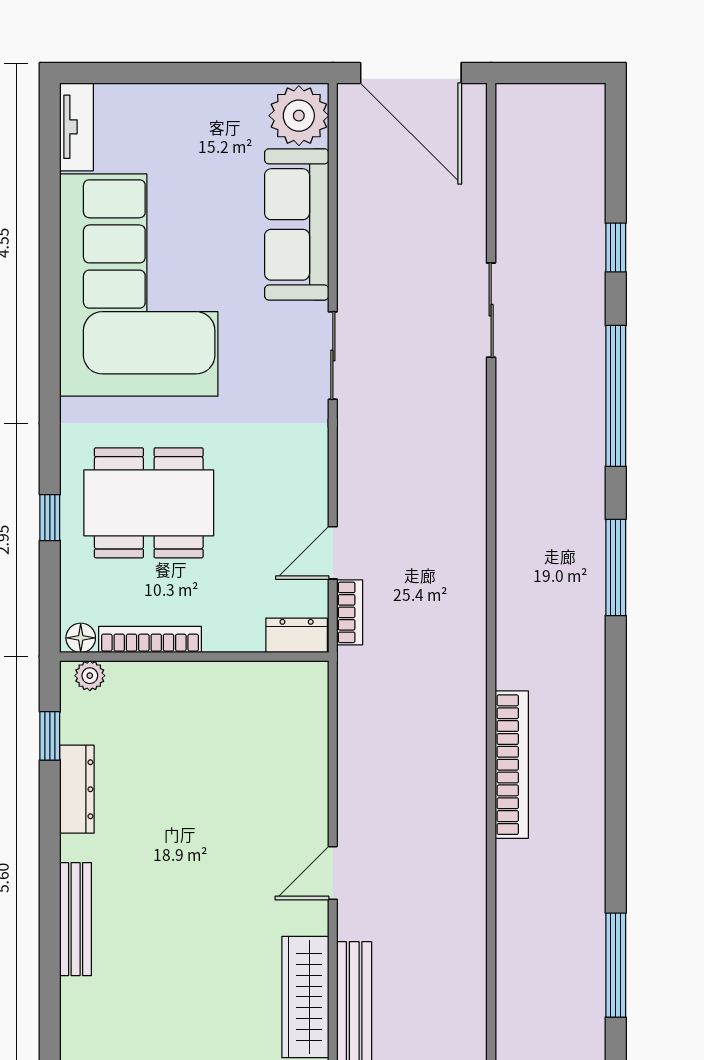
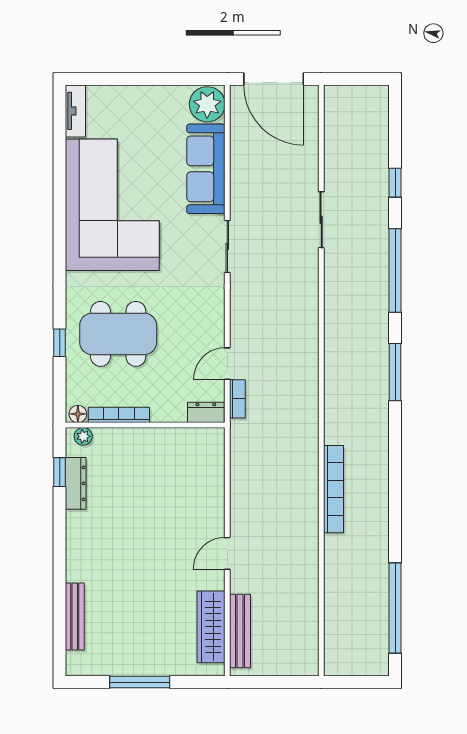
dresser: (77, 789) -> (76, 483), moved
bench: (76, 919) -> (75, 616), moved
window: (616, 965) -> (395, 608), width x1.46

